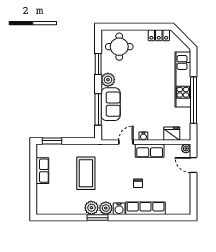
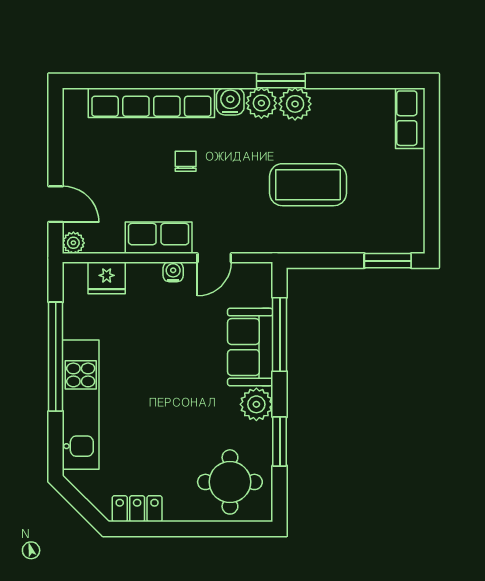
row of seats: (42, 171) -> (410, 118), moved
coffee table: (86, 173) -> (308, 185), turned 90
row of seats: (146, 208) -> (151, 103), width x1.36

